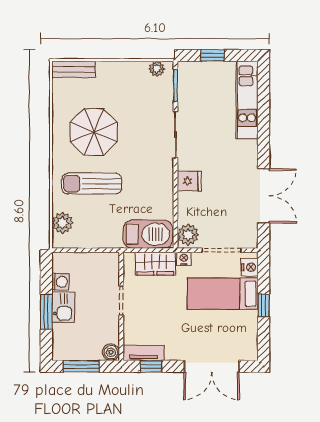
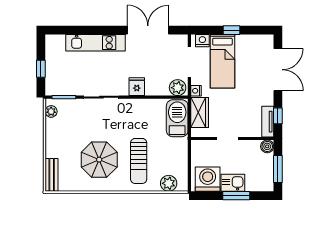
kitchen unit: (247, 100) -> (96, 43), moved
washing machine: (60, 282) -> (208, 179), width x1.89, depth x1.89

